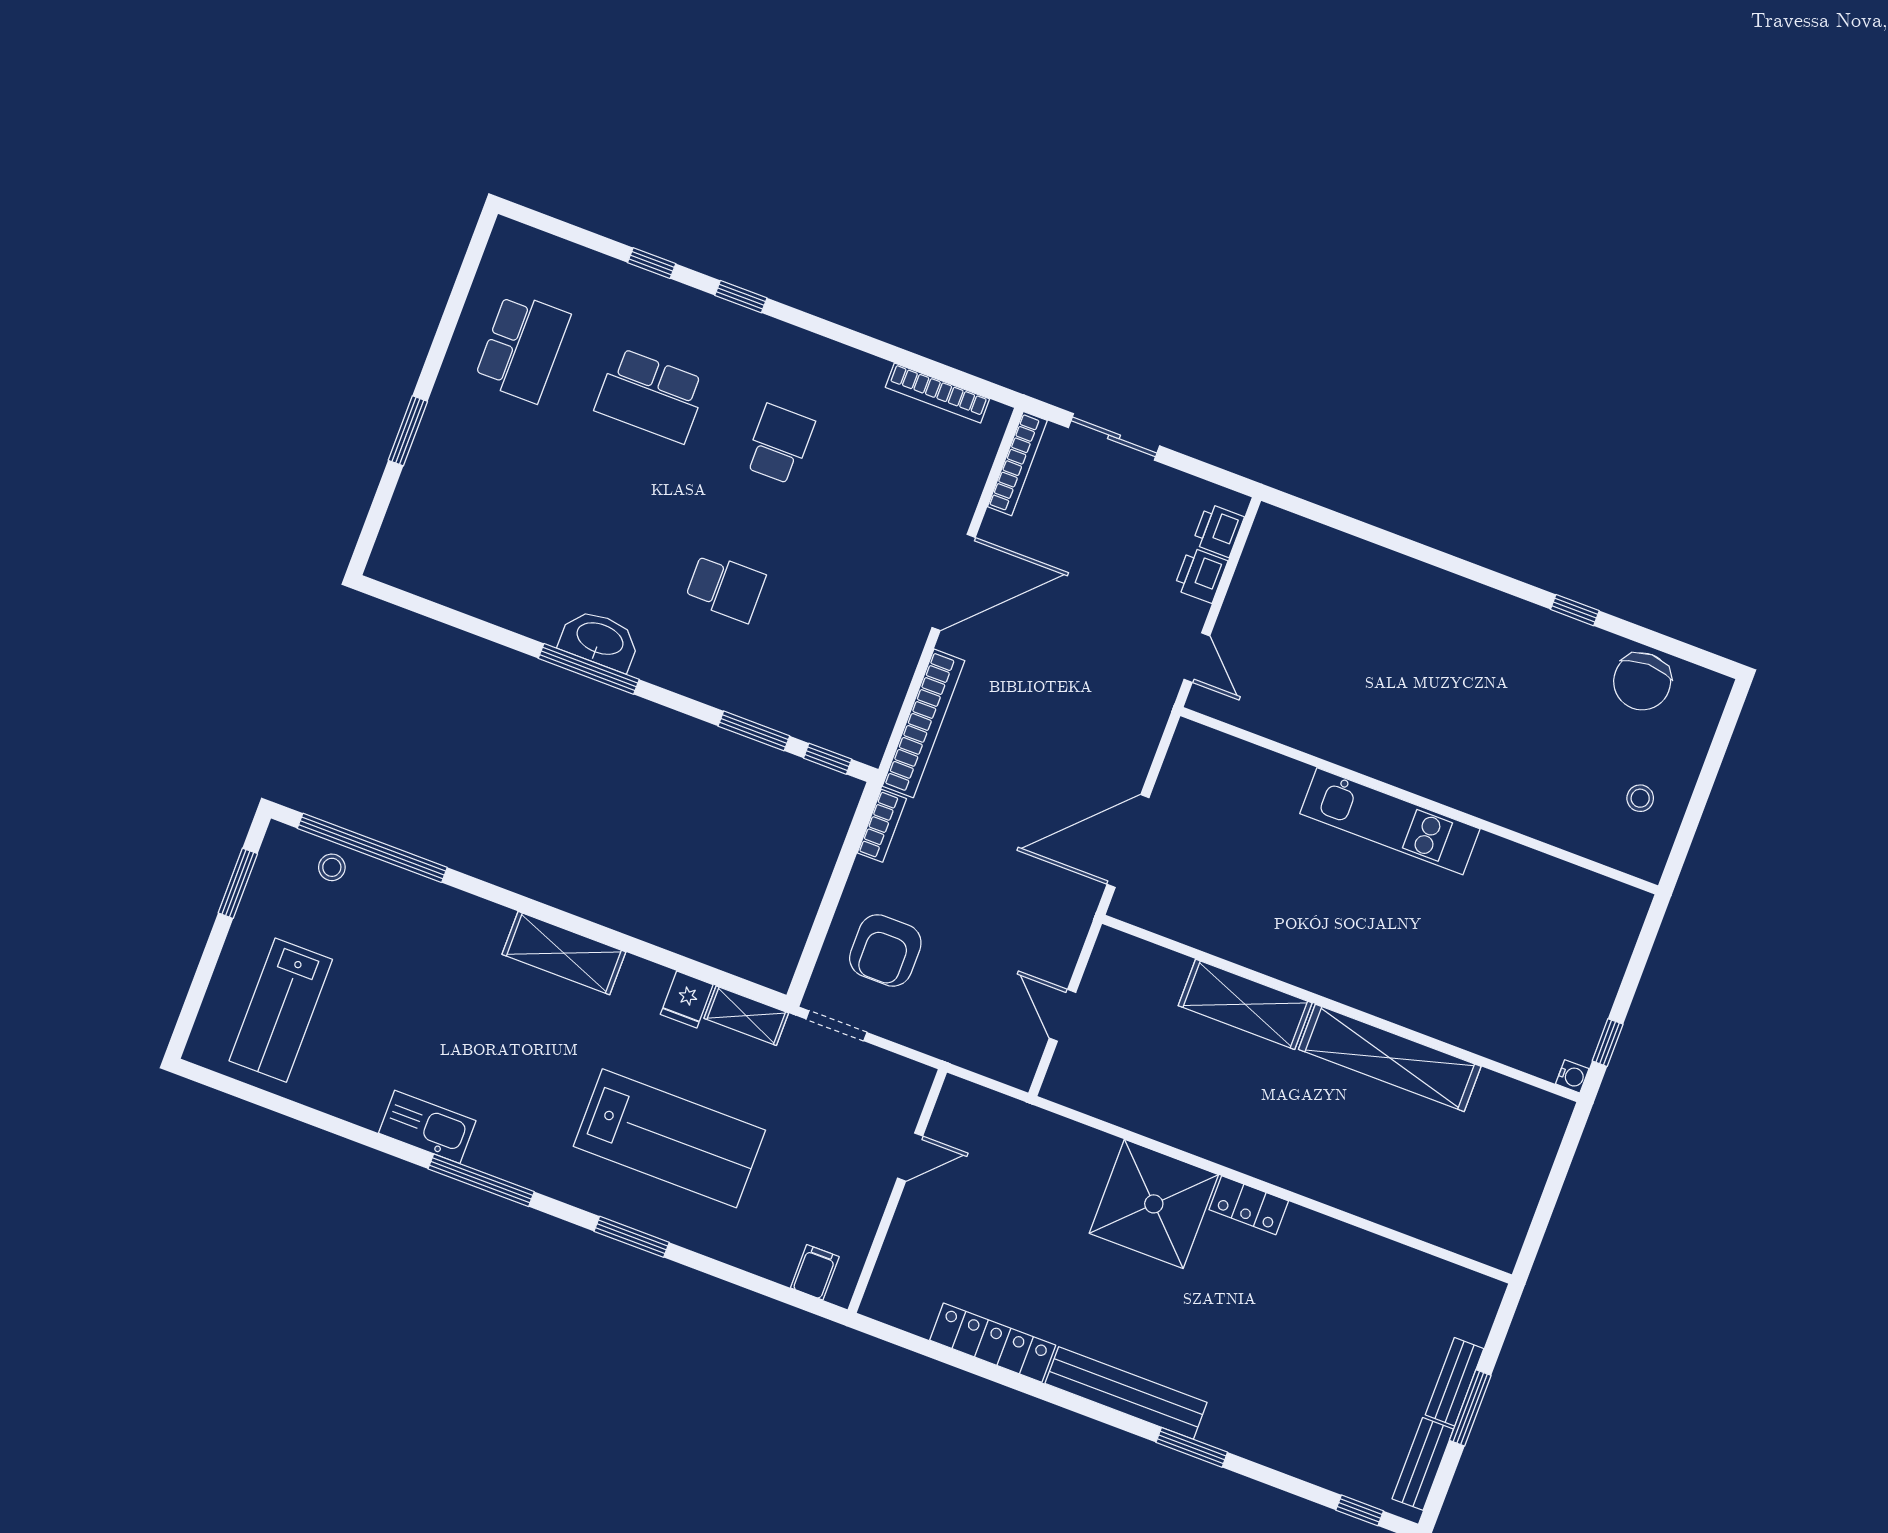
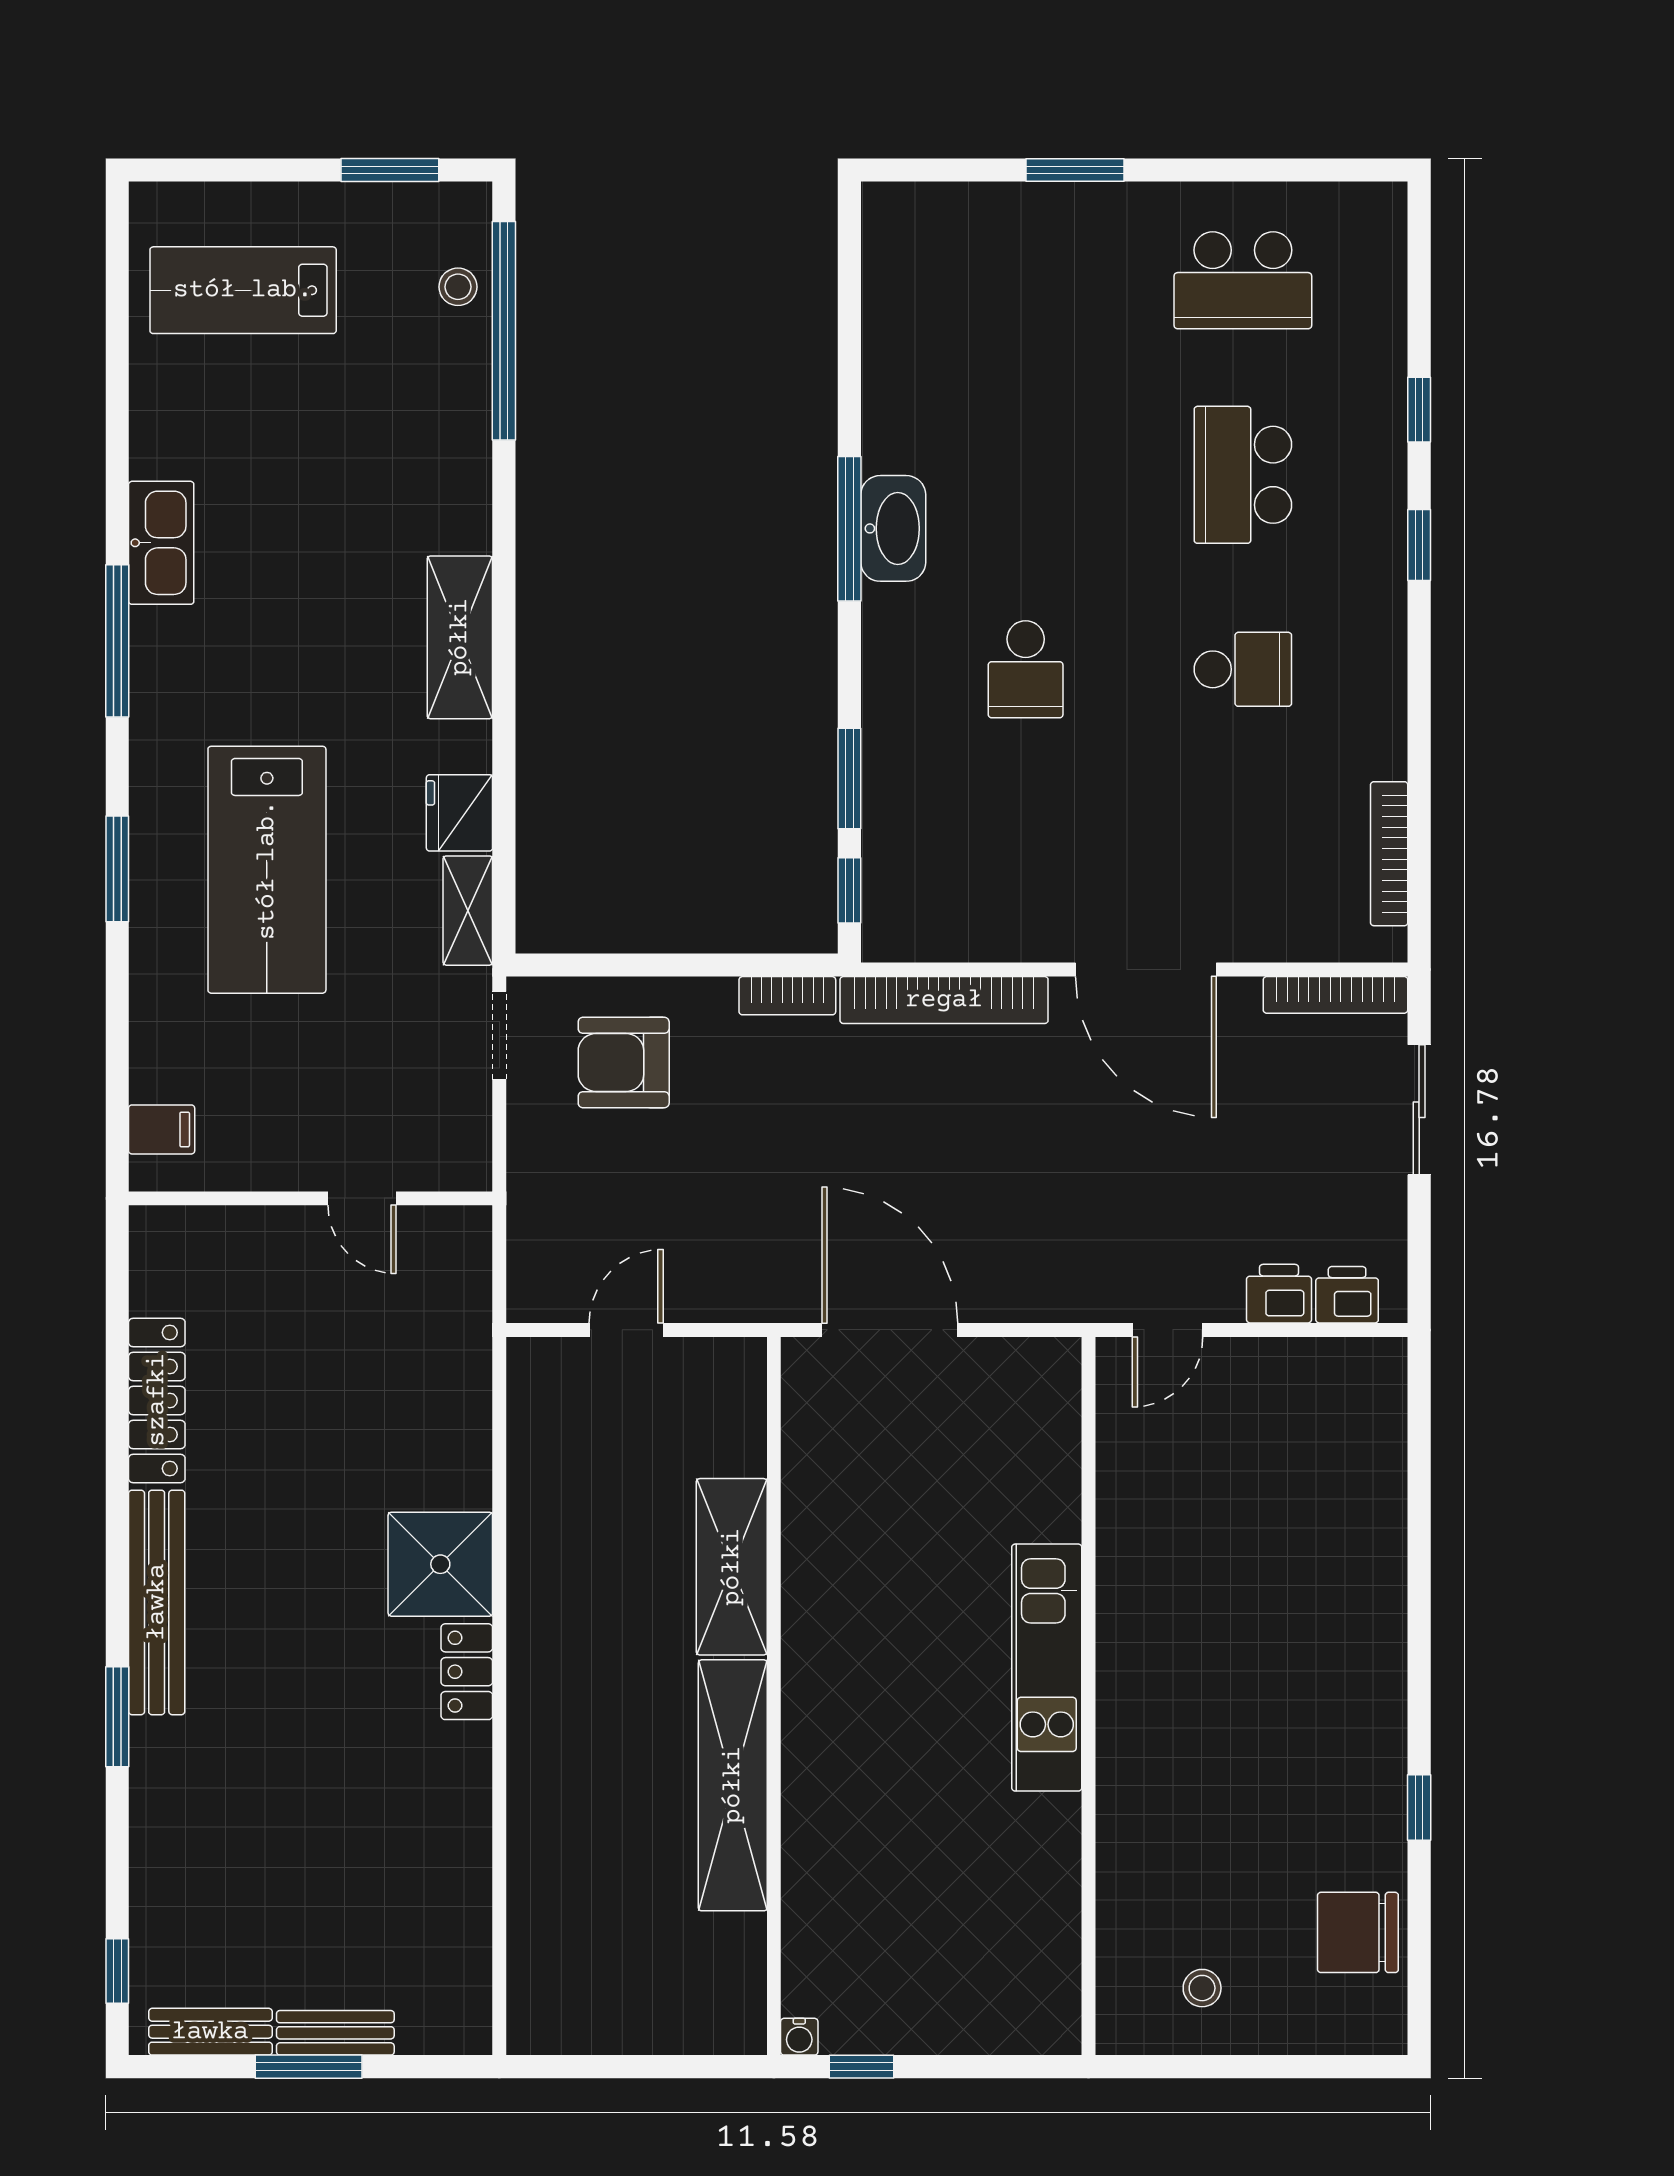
fridge: (687, 1000) -> (459, 813), width x1.38
shower: (1154, 1204) -> (440, 1564), width x0.73, depth x0.73

